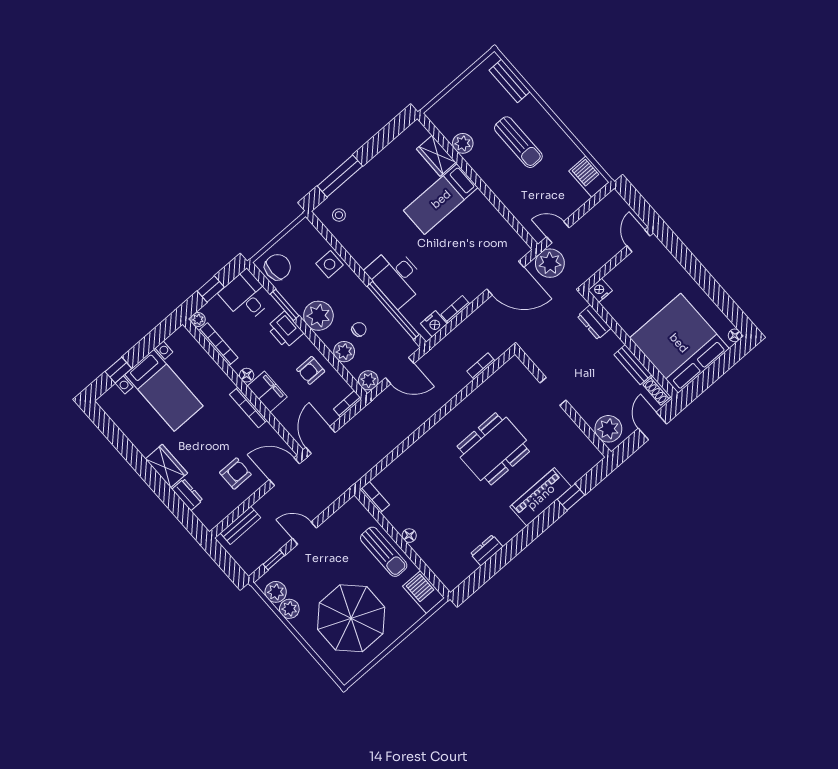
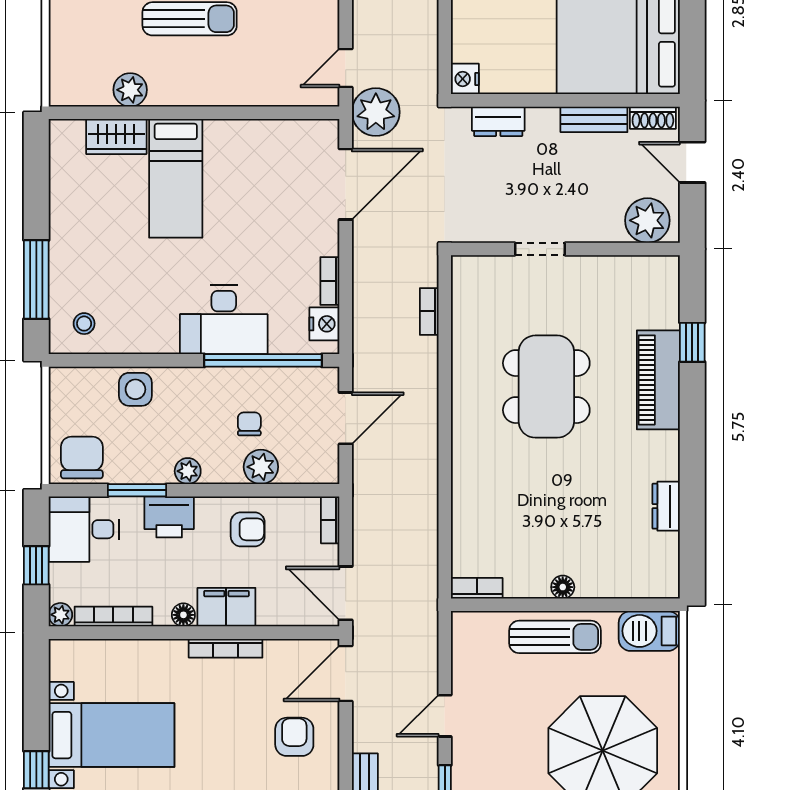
plant: (318, 316) -> (188, 471), width x0.53, depth x0.53
armchair: (311, 370) -> (248, 529), turned -90
plant: (368, 380) -> (323, 468), removed

